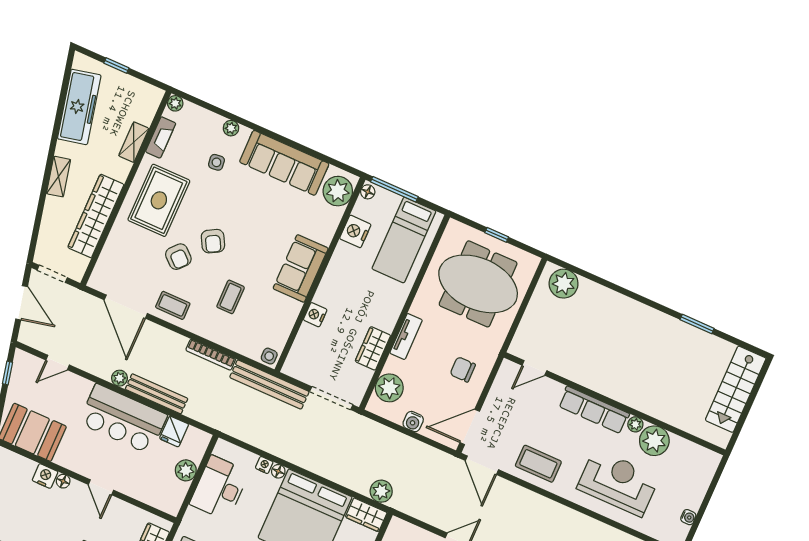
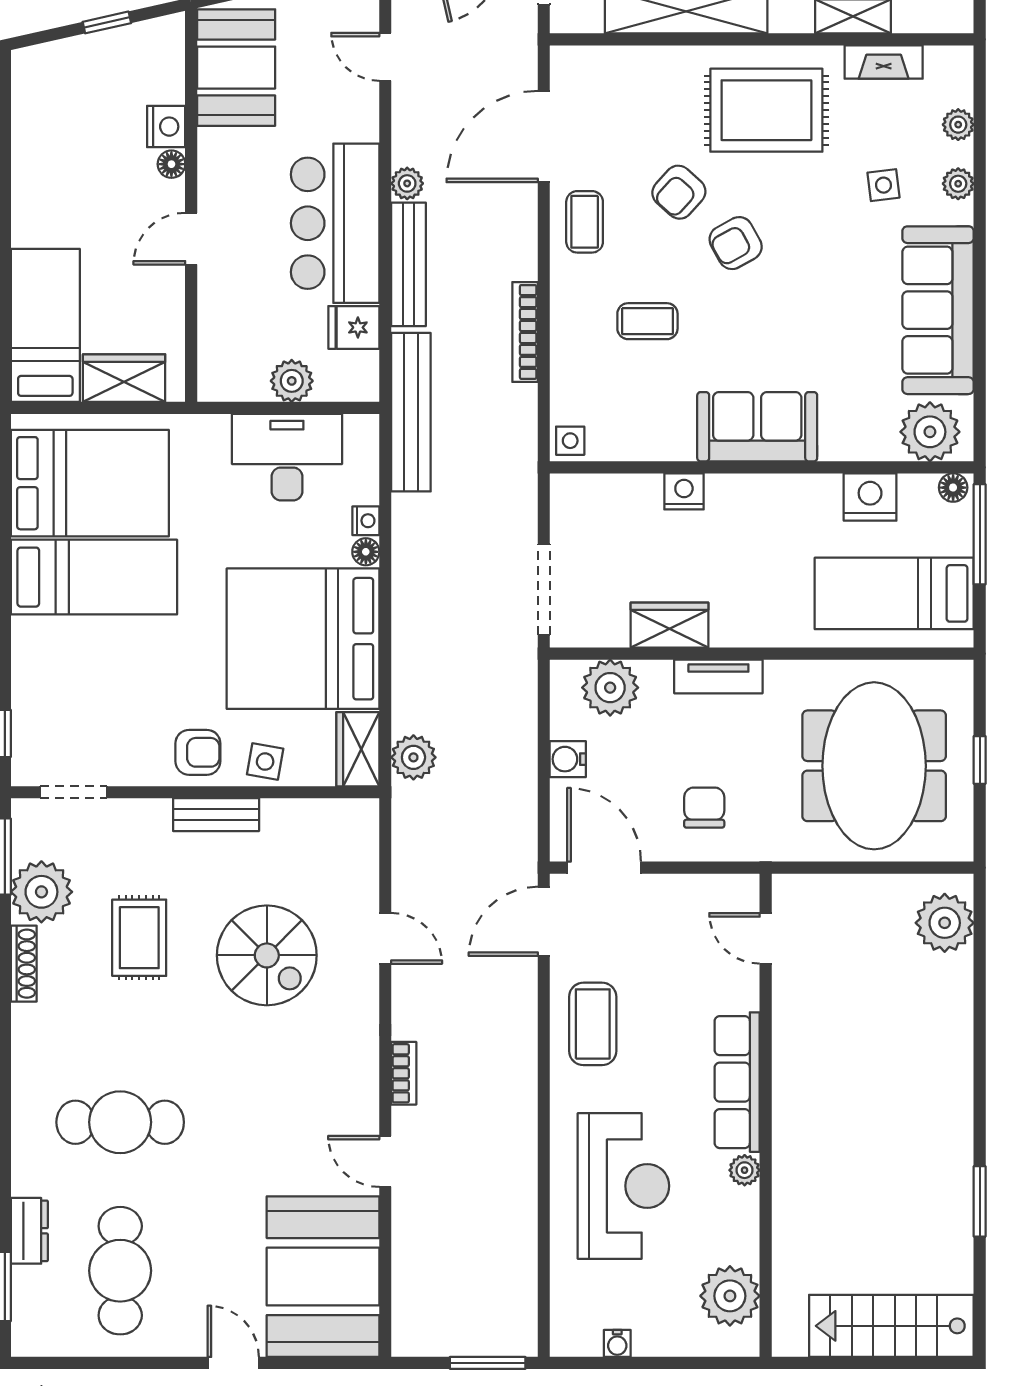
plant: (175, 103) -> (958, 125), moved
bench: (269, 385) -> (411, 412), moved
plant: (654, 441) -> (730, 1296), moved

